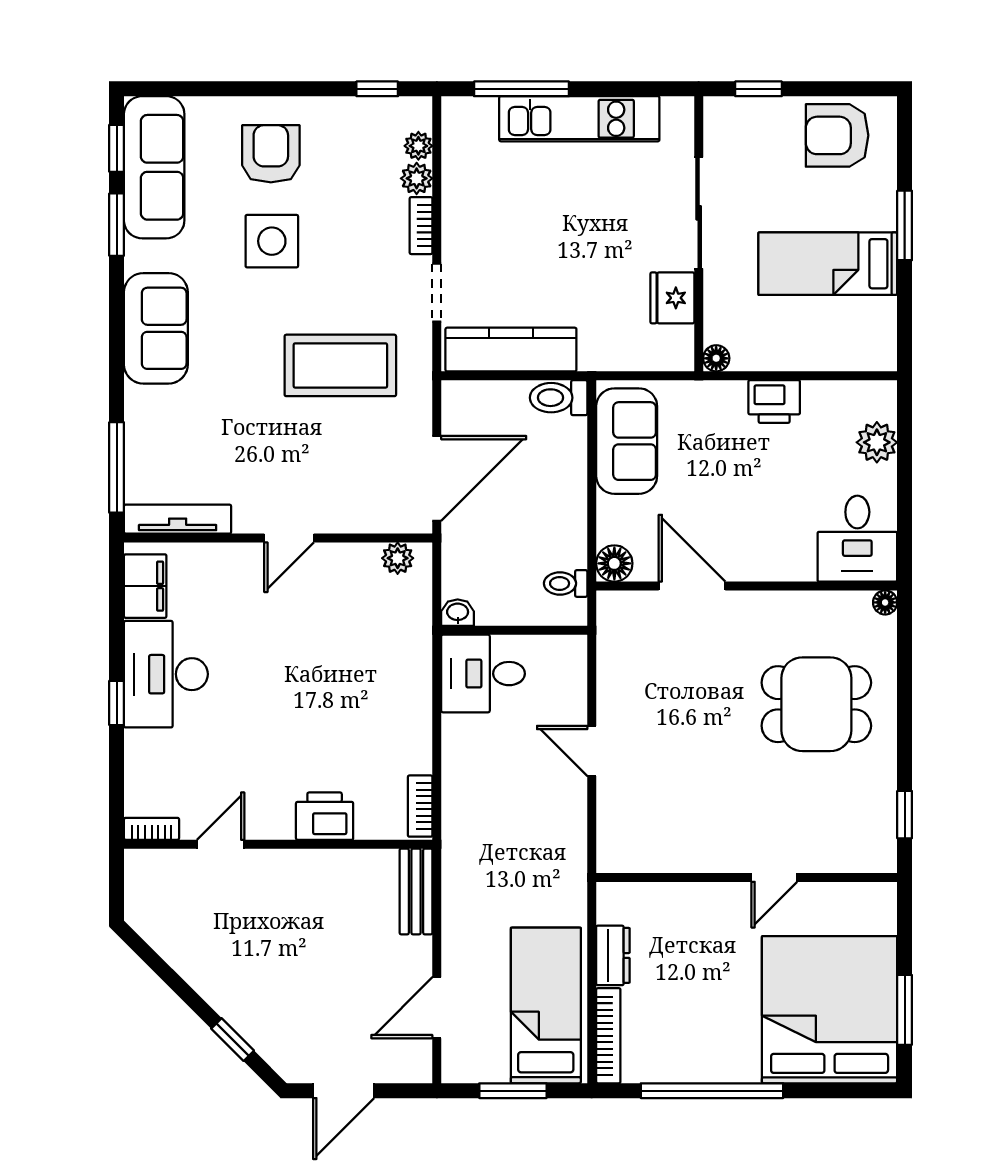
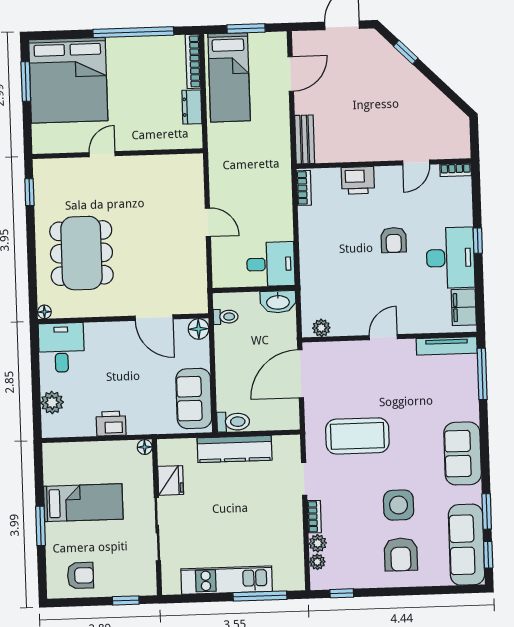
armchair: (837, 135) -> (80, 575), width x0.72, depth x0.72
kitchen counter: (511, 350) -> (235, 449), moved
washbasin: (458, 613) -> (278, 302), width x1.91, depth x1.45
dining table: (816, 704) -> (81, 253), width x1.37
armchair: (265, 709) -> (394, 240), added

